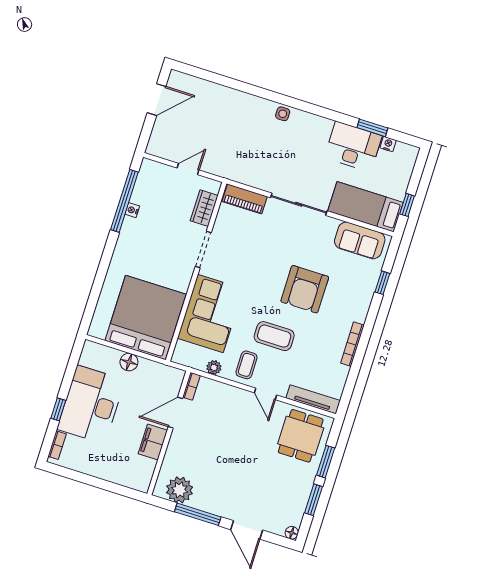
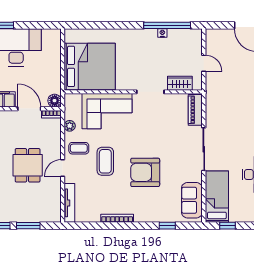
floor lamp: (129, 362) -> (55, 101), moved
dining table: (301, 436) -> (28, 165), moved, turned 90

